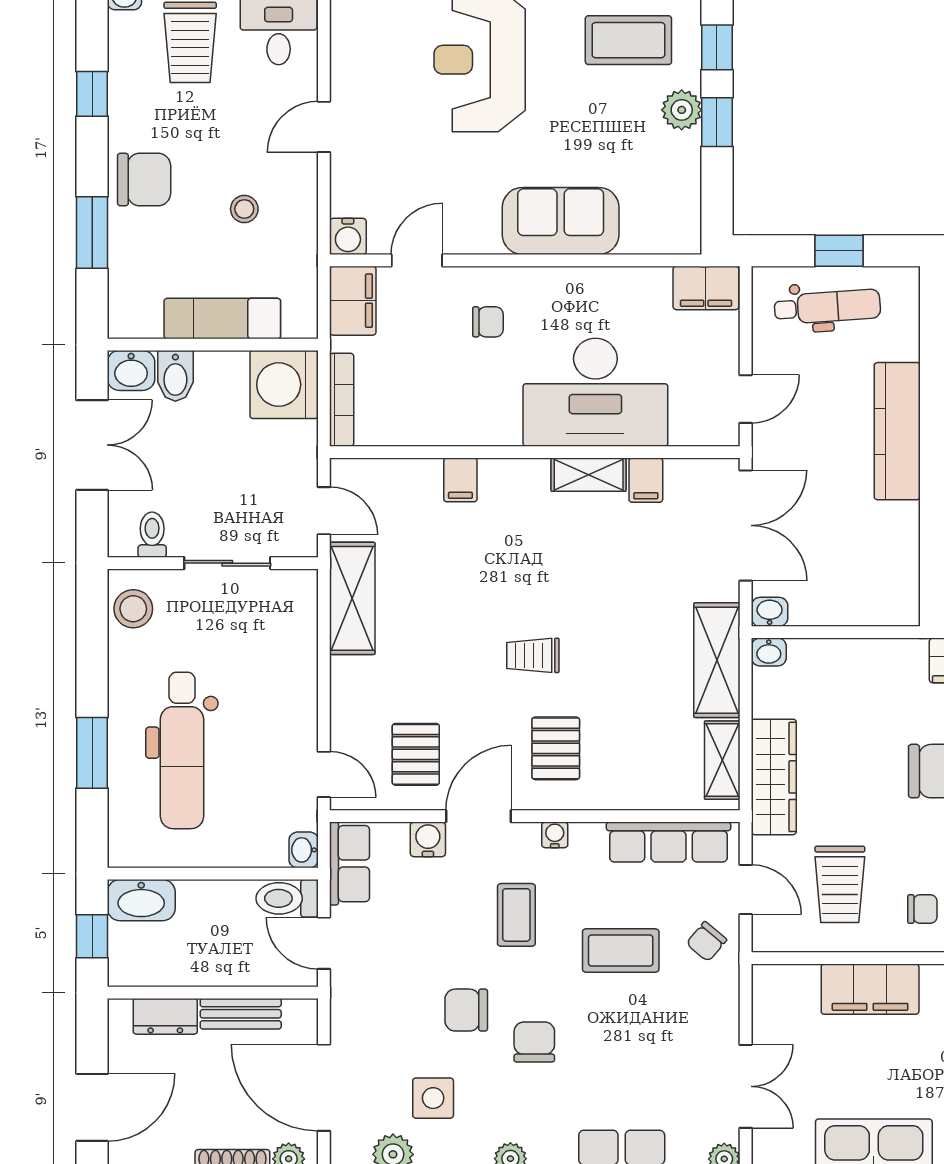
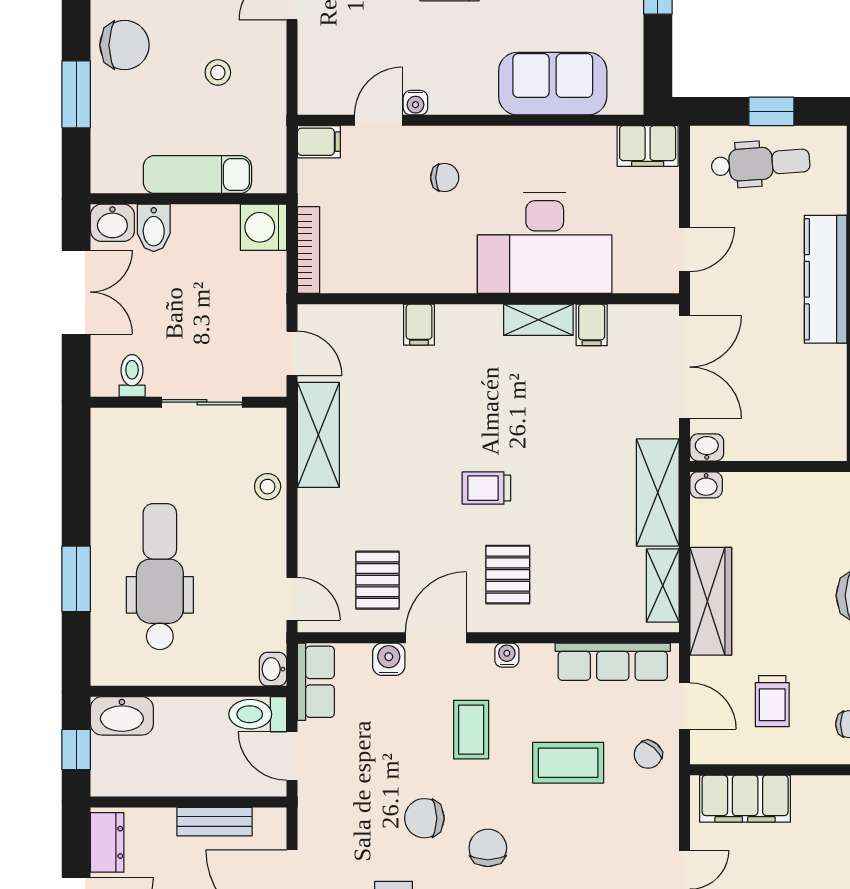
sofa: (561, 221) -> (553, 84), moved
water cooler: (348, 236) -> (415, 103), moved, width x0.72, depth x0.72
filing cabinet: (353, 301) -> (319, 142), width x0.50
washing machine: (284, 385) -> (264, 227), width x0.73, depth x0.73
stool: (133, 609) -> (268, 487), moved, width x0.73, depth x0.73
dental chair: (182, 750) -> (160, 577), turned 180
trolley: (840, 884) -> (772, 701), width x0.73, depth x0.72
filing cabinet: (870, 989) -> (745, 799), moved
dresser: (165, 1016) -> (107, 842), moved, turned -90

